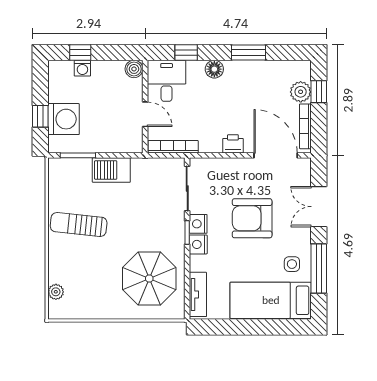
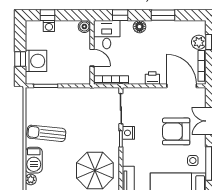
barbecue: (111, 170) -> (34, 160), moved, turned -90
armchair: (252, 218) -> (176, 131), moved
nightstand: (198, 244) -> (128, 147), removed

